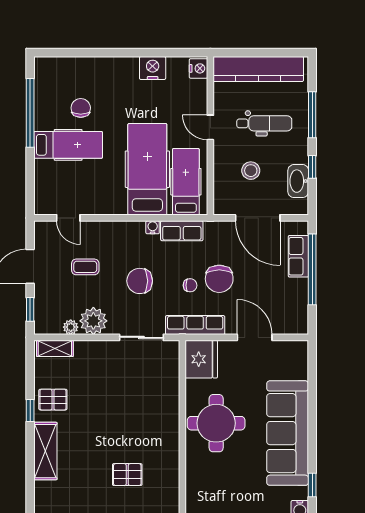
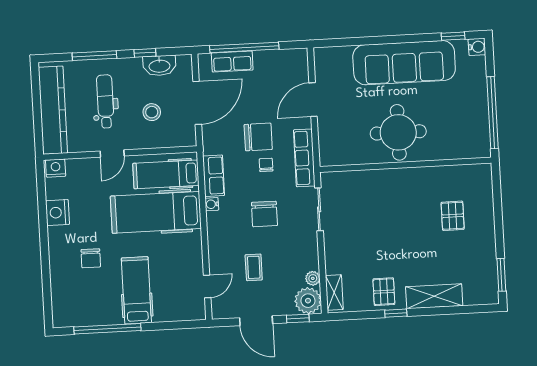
chair: (81, 108) -> (91, 258), moved, turned -90
plant: (93, 321) -> (308, 301), moved
fridge: (201, 359) -> (337, 150), removed

